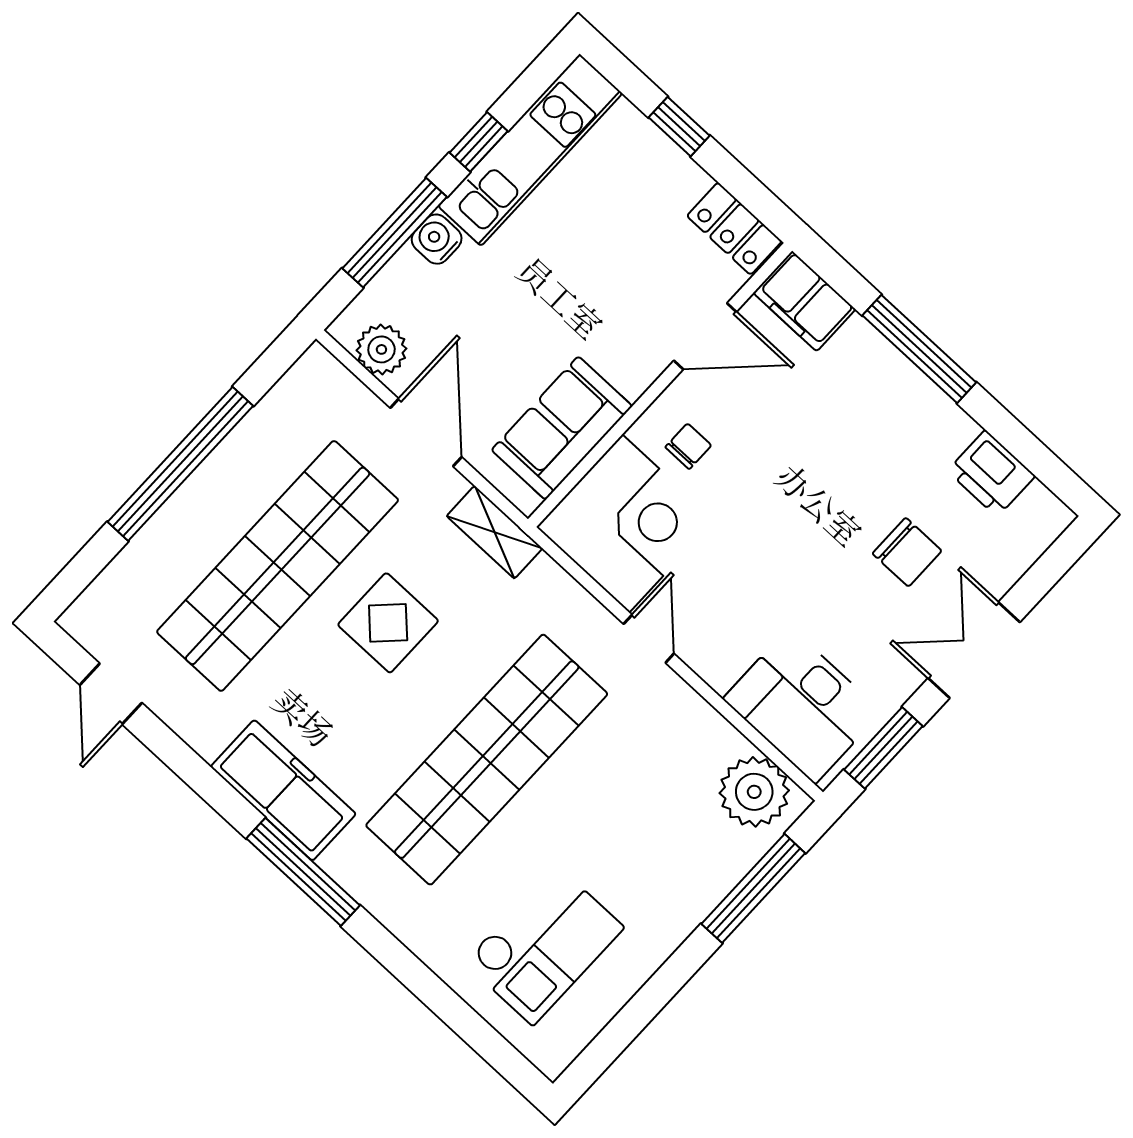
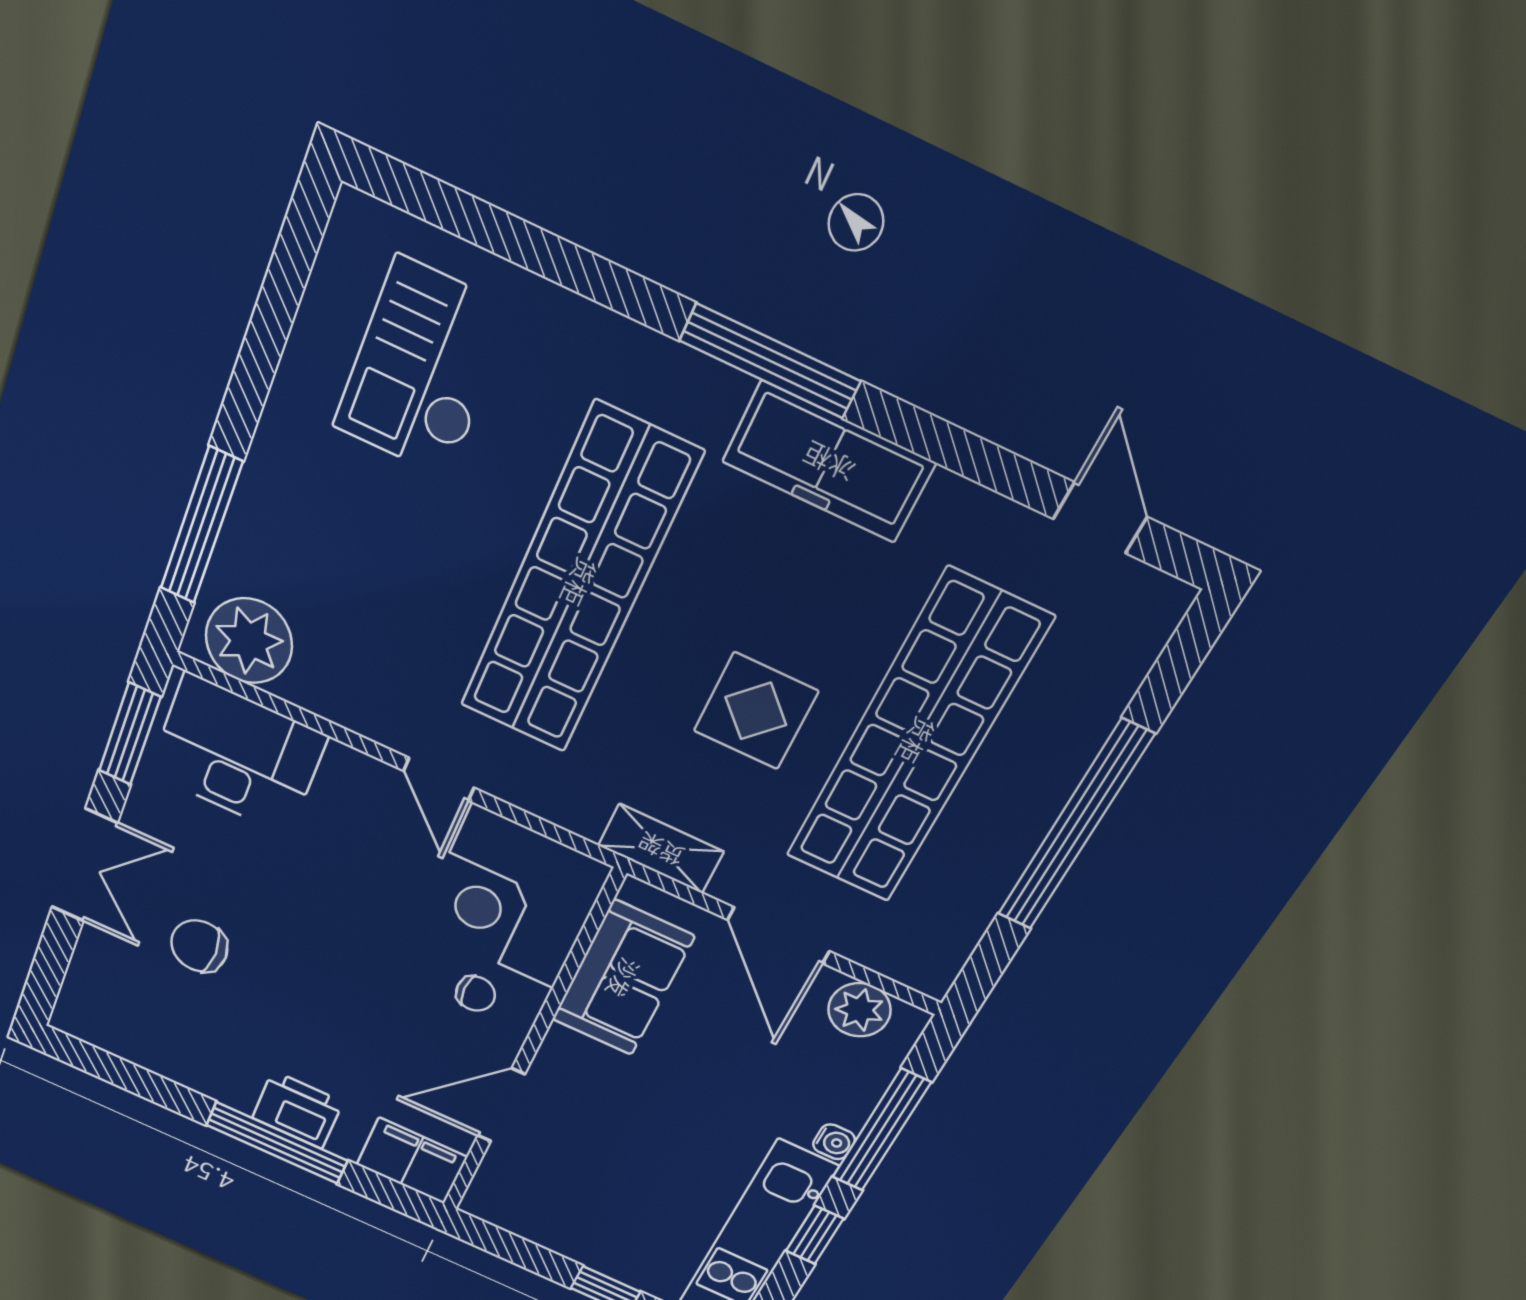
locker: (734, 229) -> (512, 1211), removed
water cooler: (437, 239) -> (834, 1142), width x0.72, depth x0.72
chair: (688, 446) -> (476, 994), turned -90
printer: (991, 473) -> (297, 1110), moved

